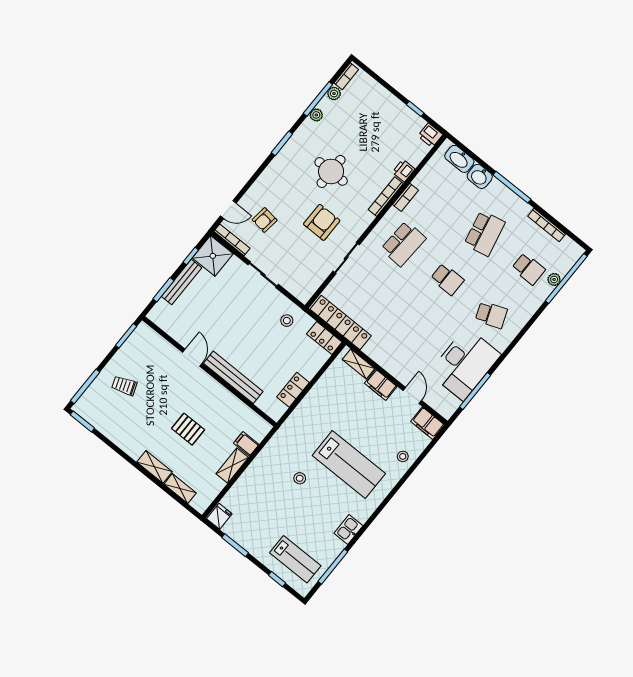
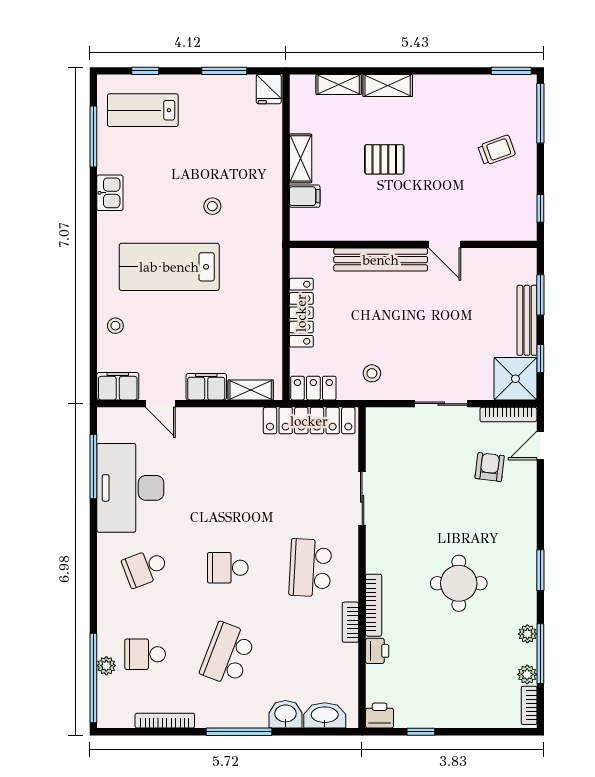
armchair: (322, 222) -> (423, 517), removed
school desk: (485, 233) -> (228, 654), turned 33
window: (126, 336) -> (540, 208), width x0.67
locker: (293, 390) -> (301, 313), width x1.53

